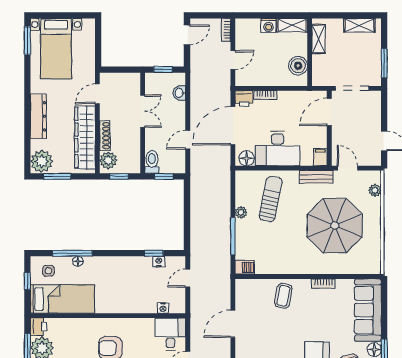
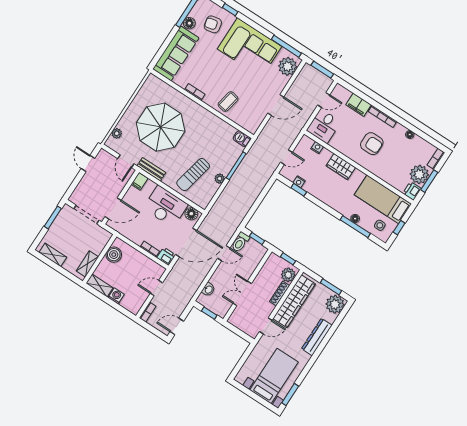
toilet: (152, 162) -> (240, 242), moved
wardrobe: (127, 304) -> (341, 167), added

